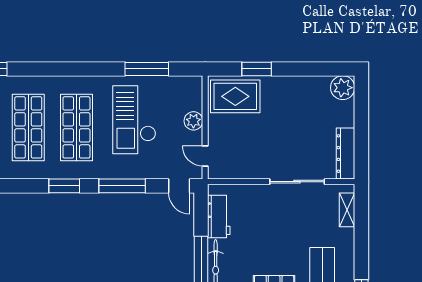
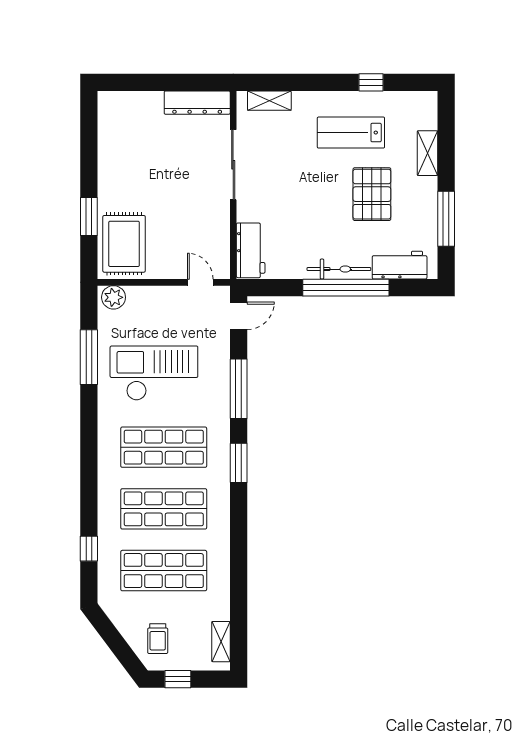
plant: (343, 88) -> (113, 106), removed
checkout: (134, 120) -> (154, 373), turned 180
plant: (193, 121) -> (114, 297), moved
door: (205, 156) -> (200, 282), swing flipped
workbench: (219, 217) -> (251, 250), moved, turned 90

